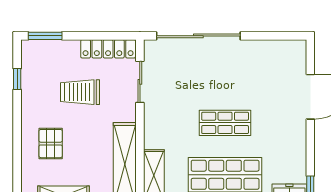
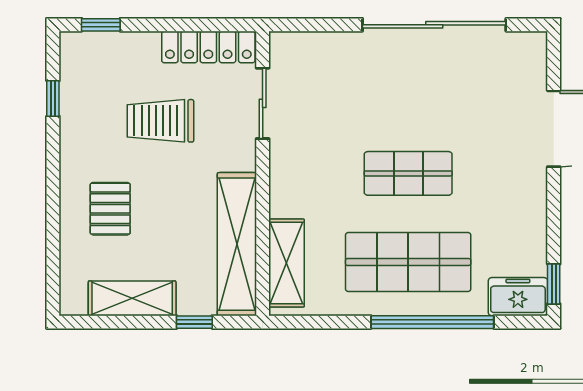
window: (45, 36) -> (101, 25), width x0.67
sliding door: (198, 36) -> (434, 25), moved

